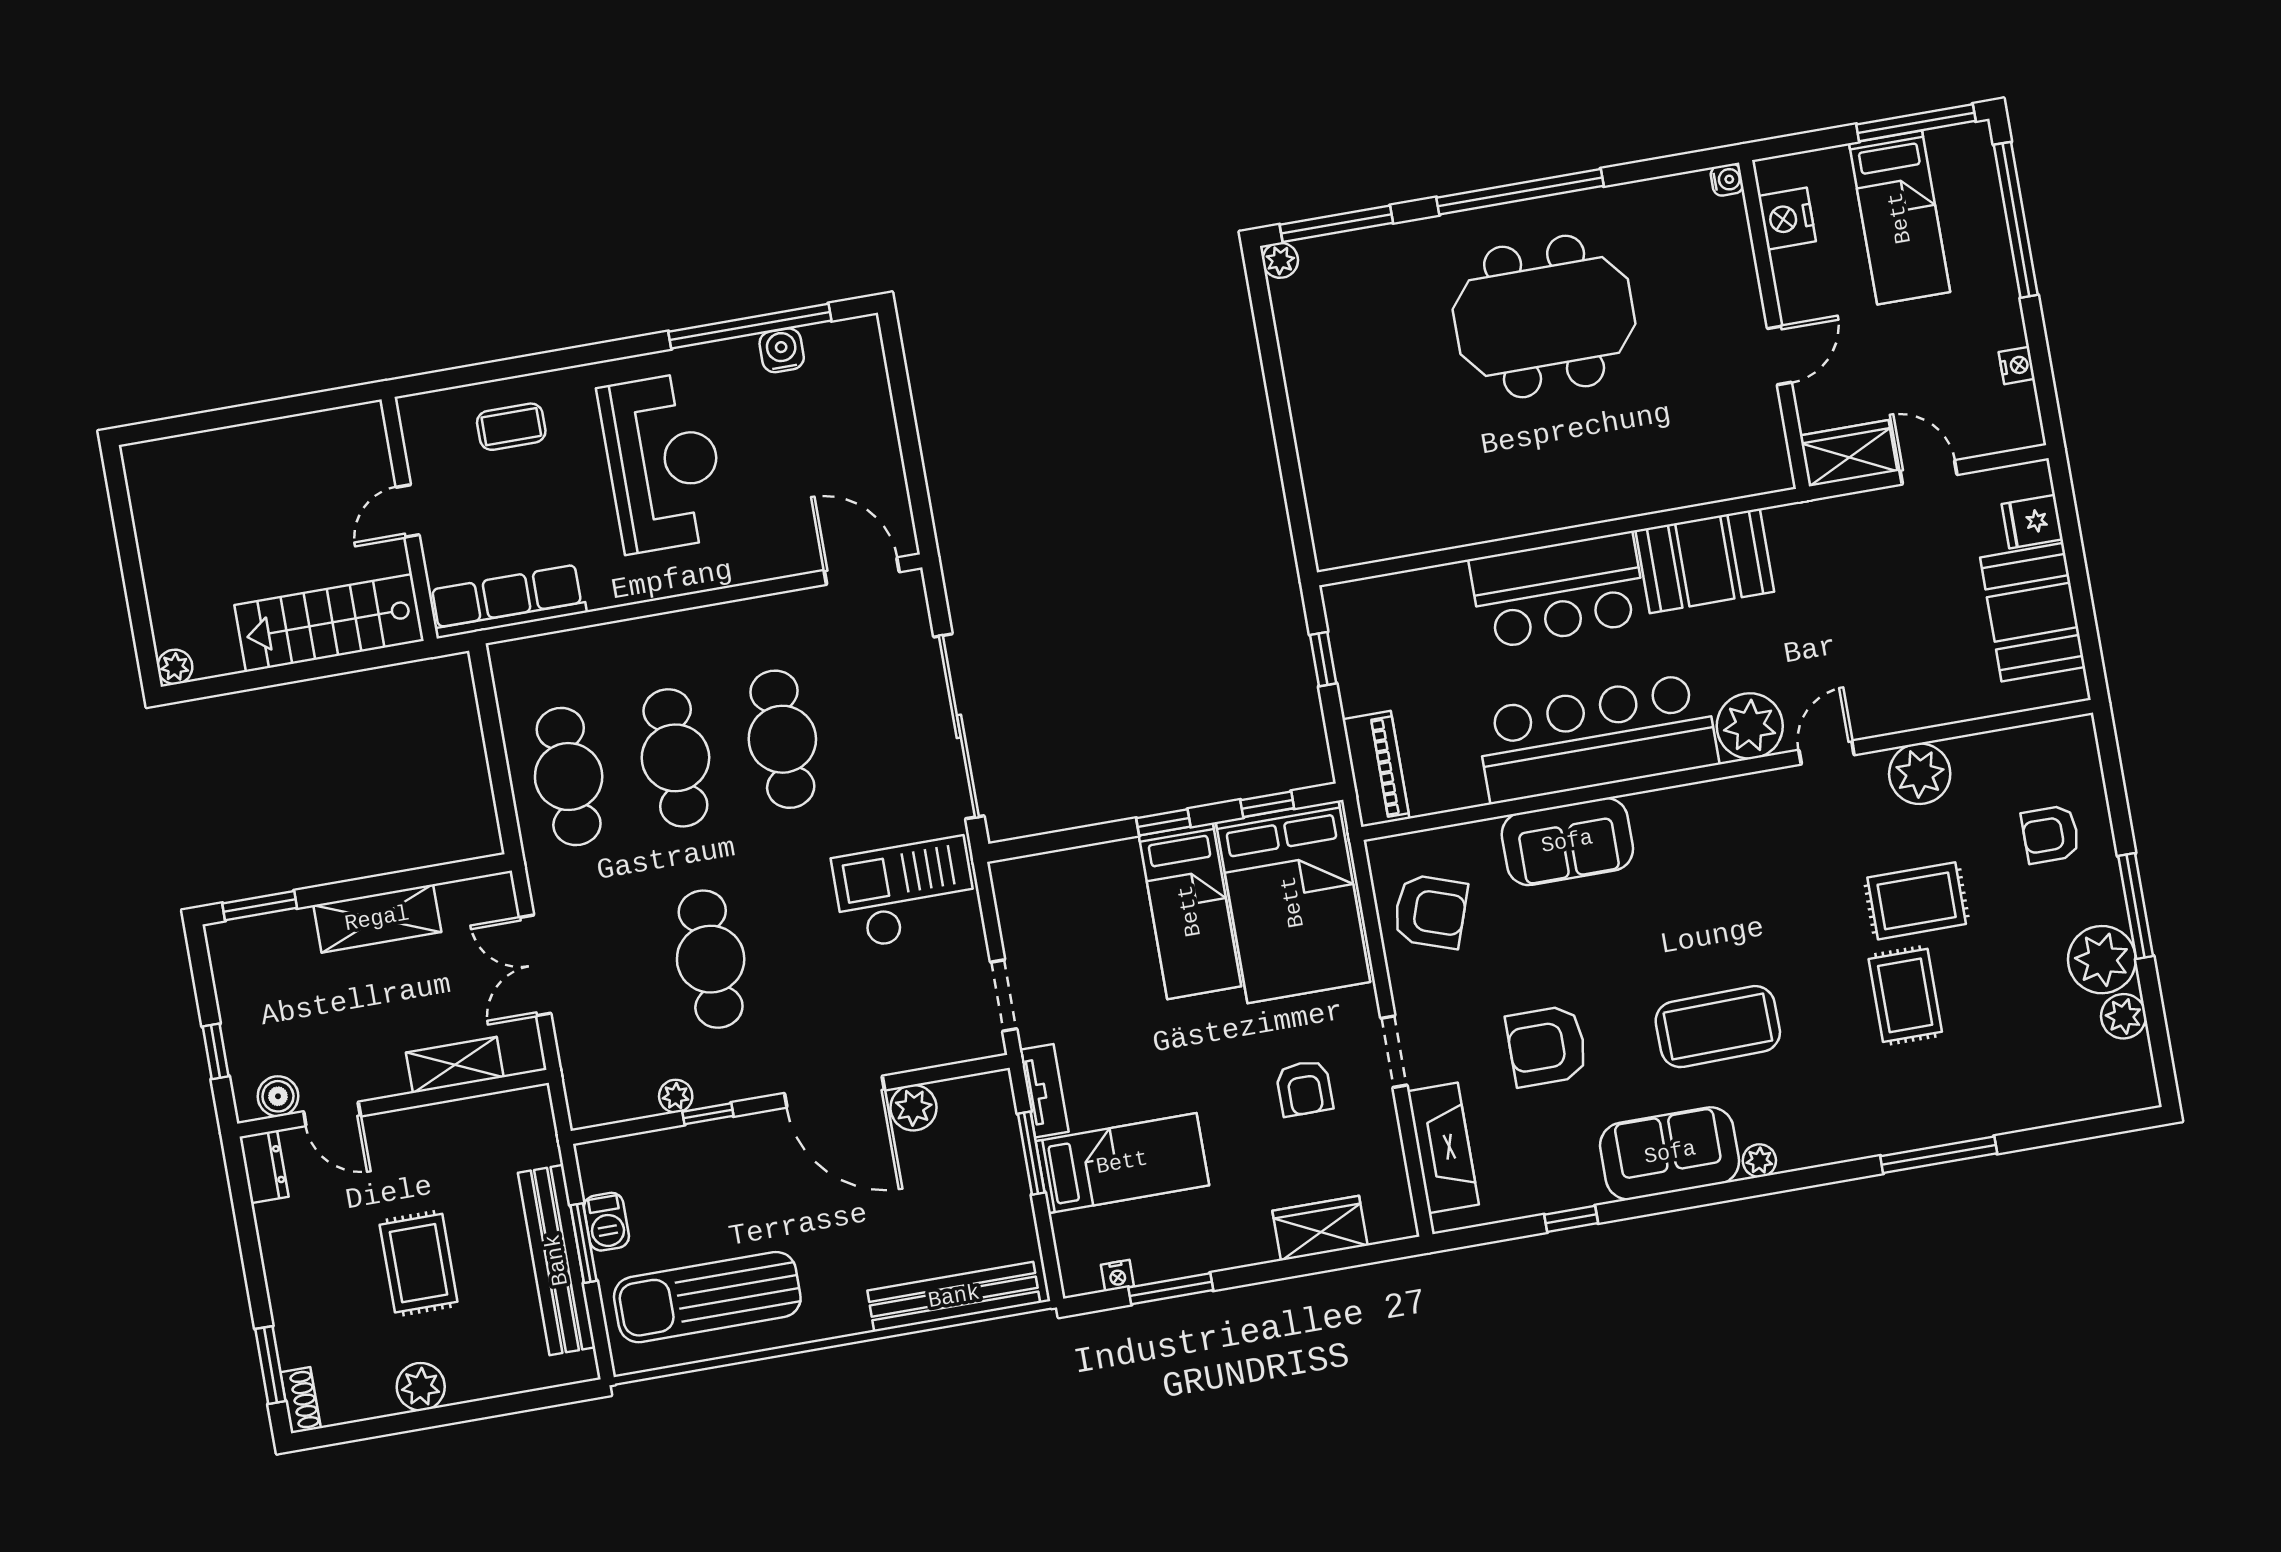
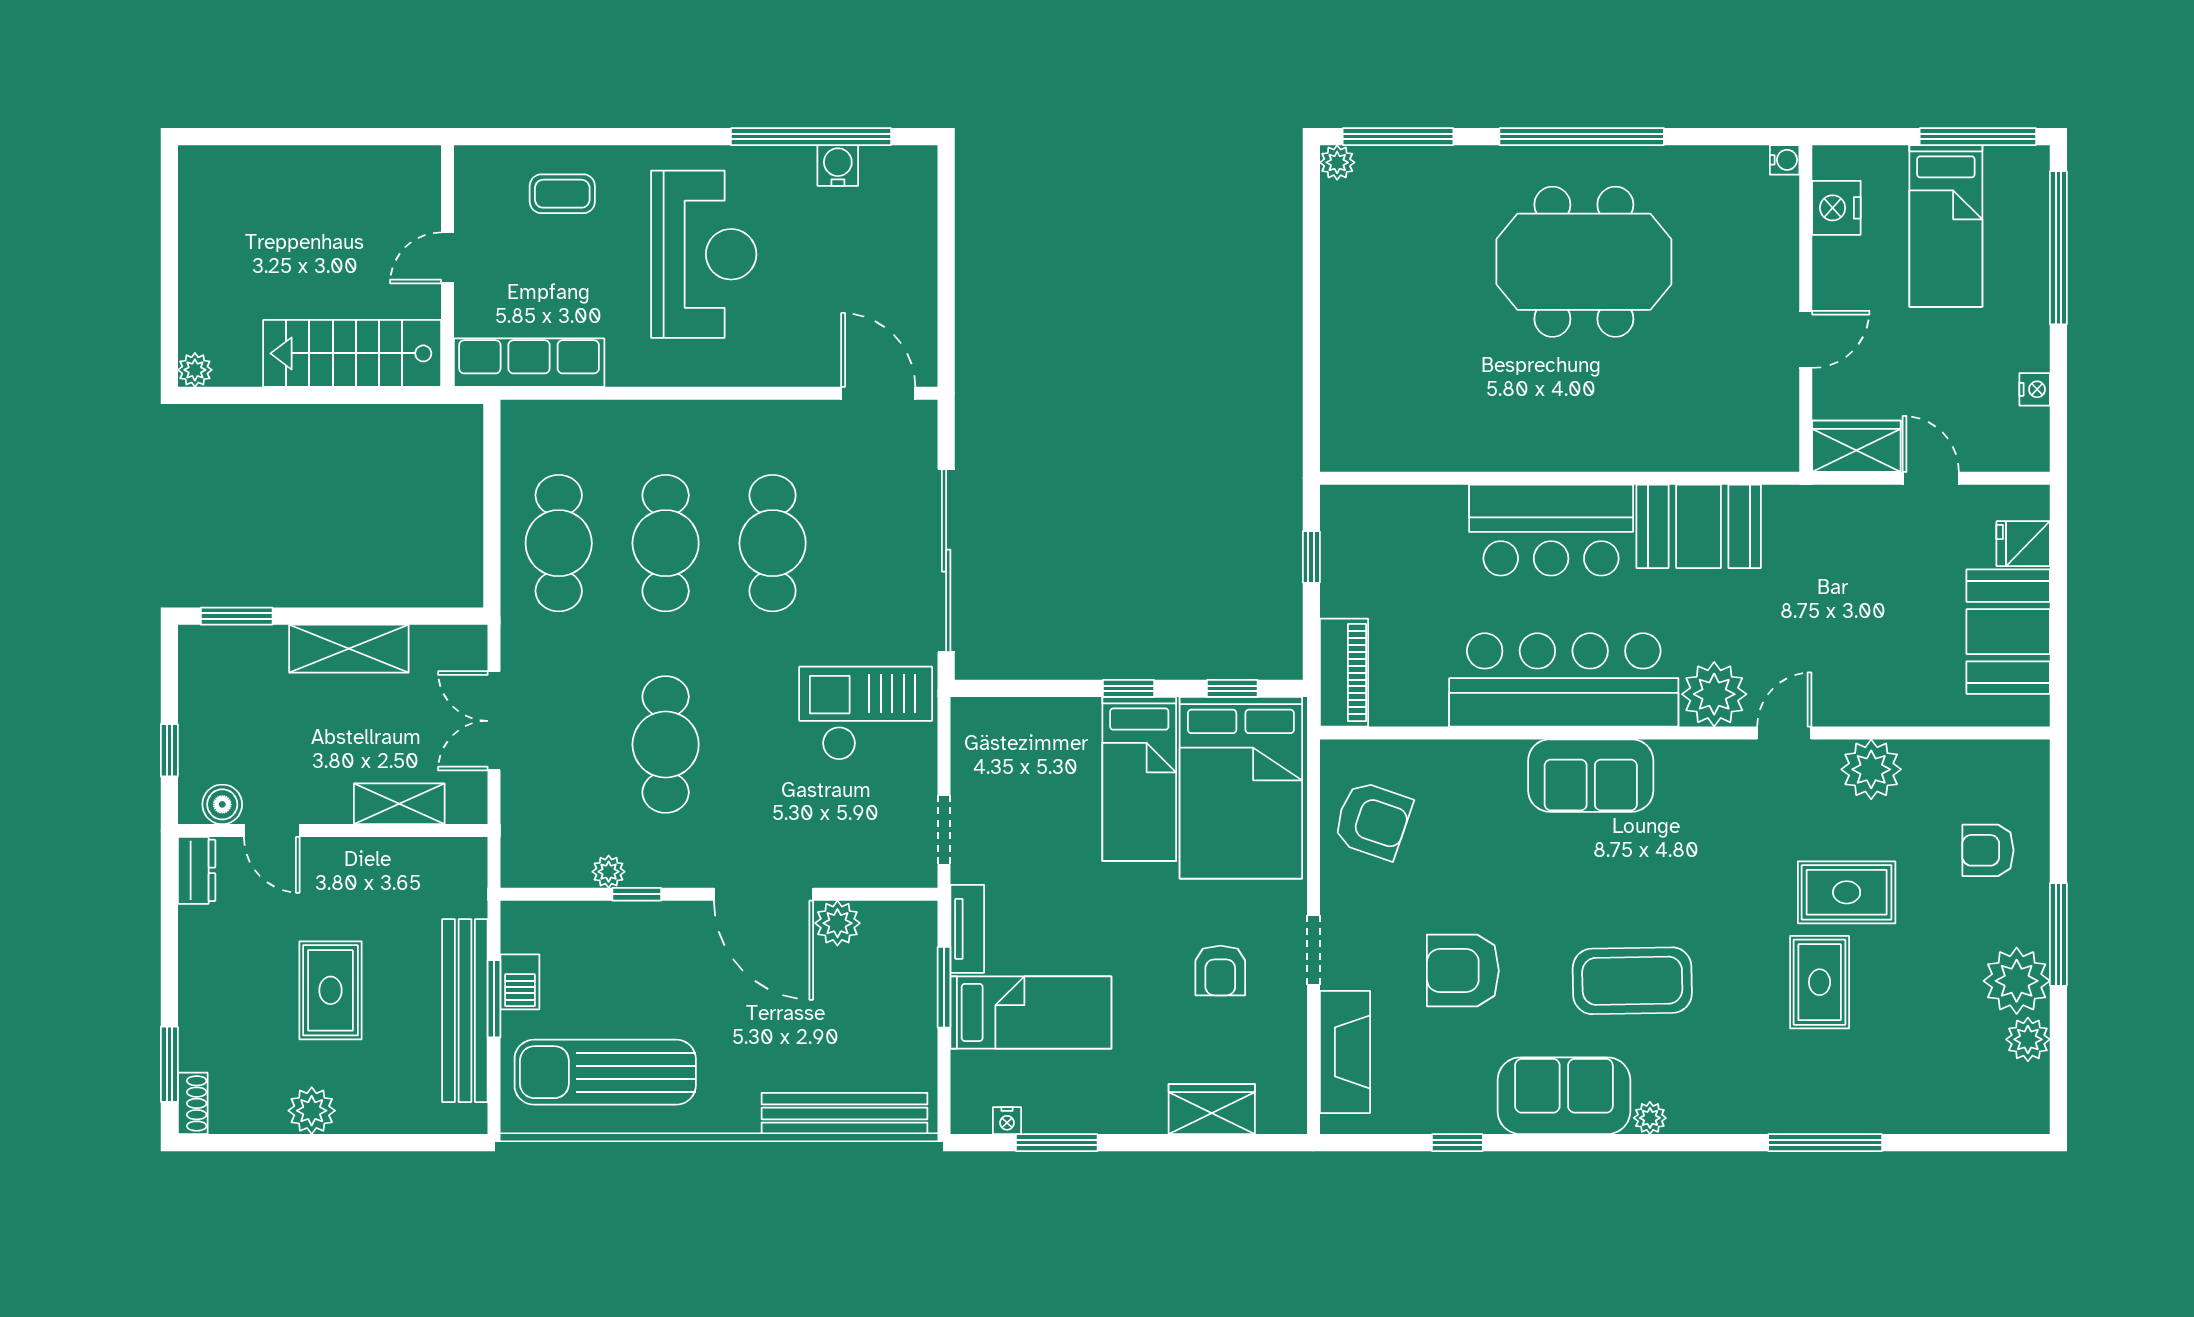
sofa: (1567, 842) -> (1591, 776), moved

